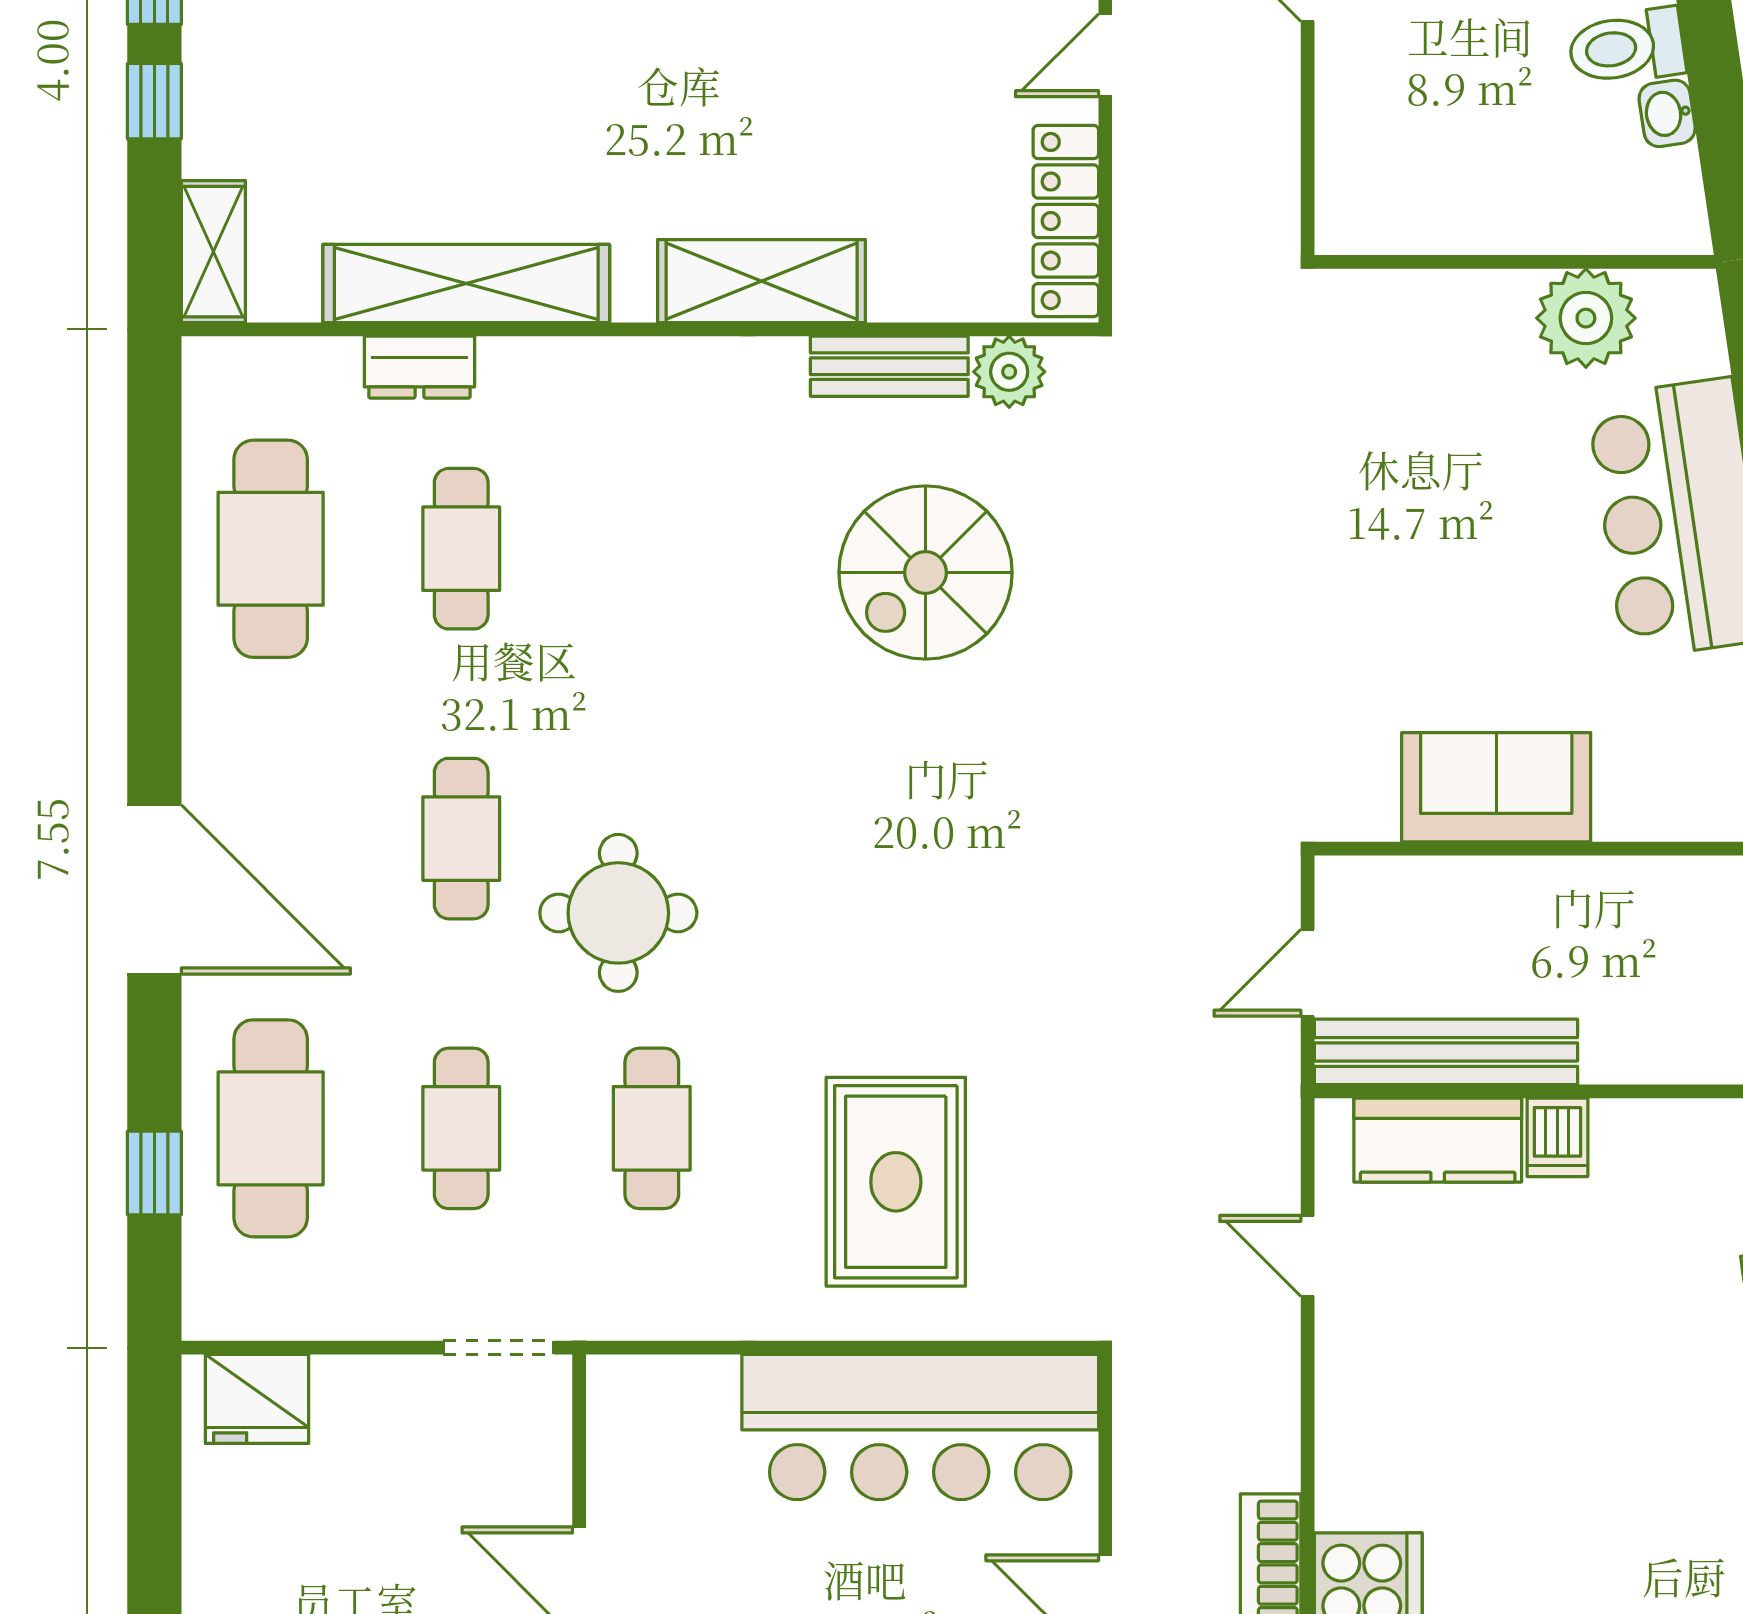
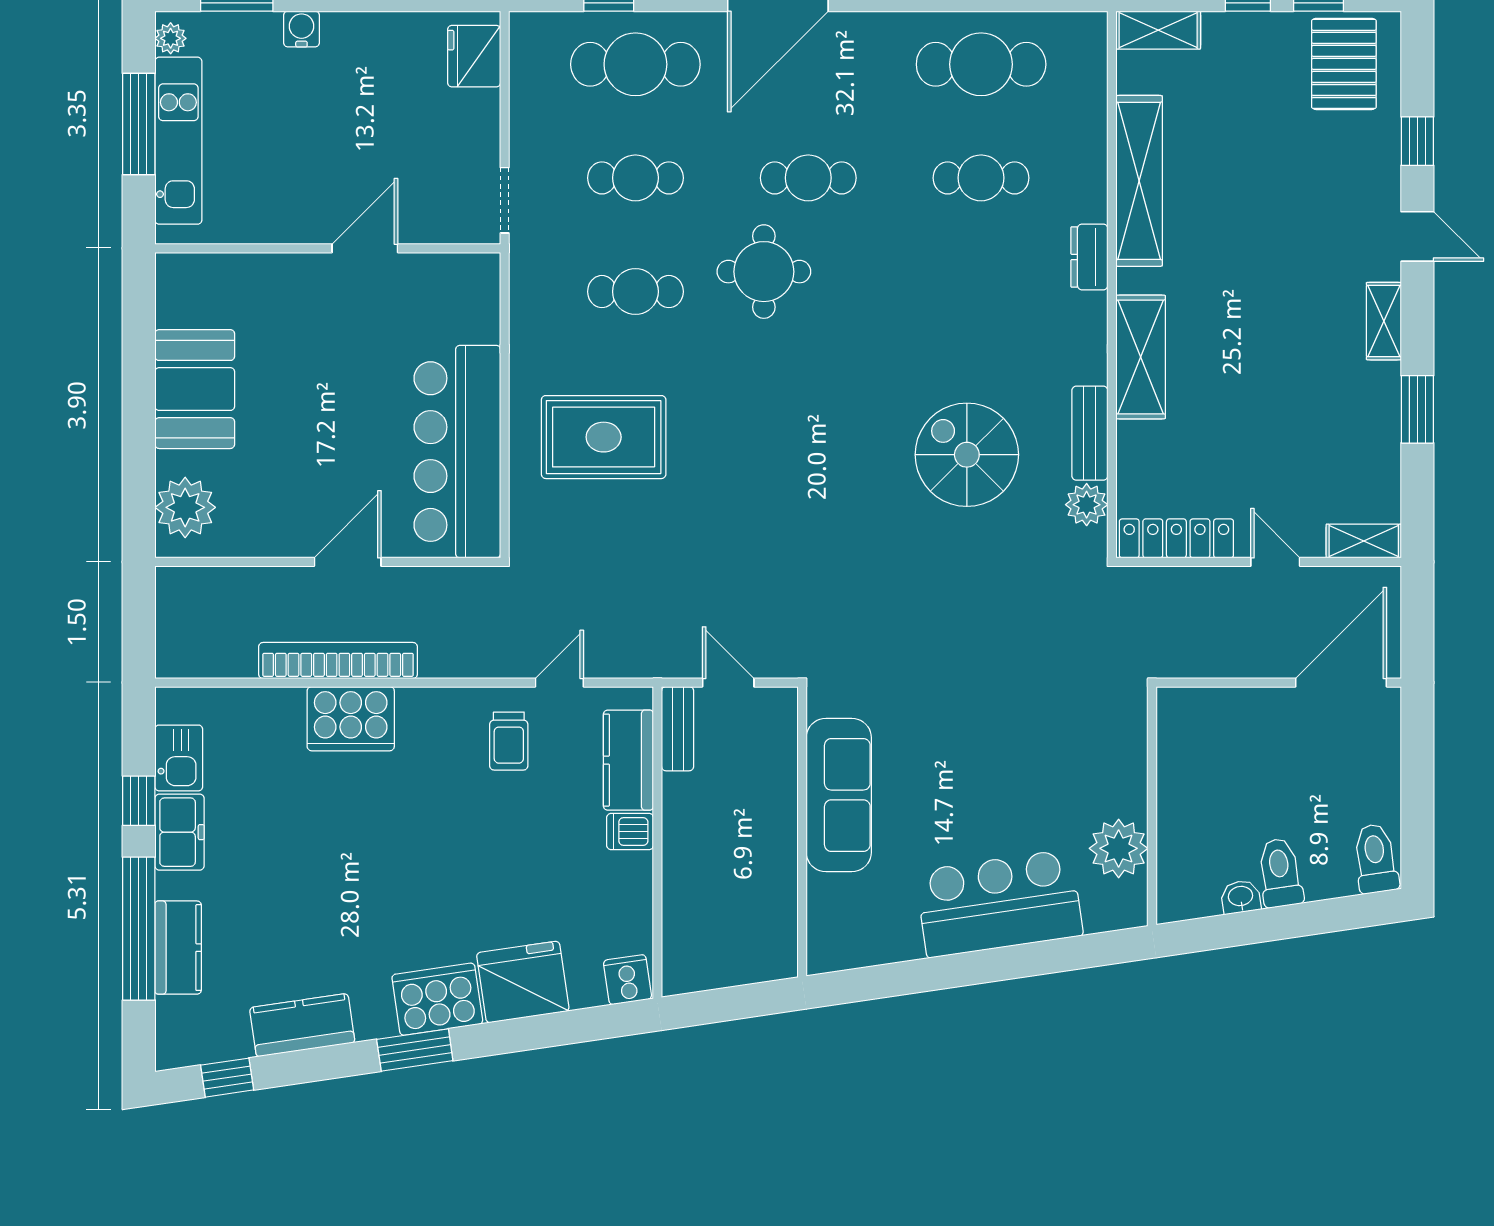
dresser: (419, 367) -> (1089, 257), moved
sofa: (1496, 787) -> (839, 795), width x1.36
bench: (1446, 1052) -> (678, 729), width x0.54, depth x0.82
trolley: (1406, 1341) -> (509, 741), added

